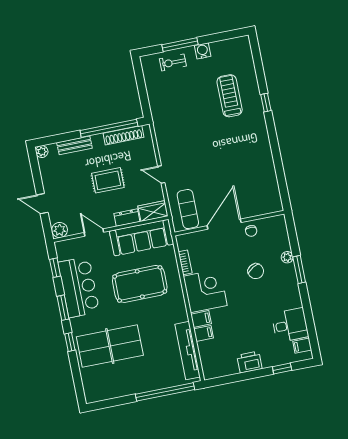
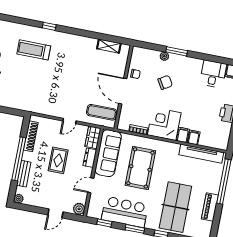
window: (109, 128) -> (19, 159), moved
shelving: (272, 185) -> (109, 46), added
piano: (127, 388) -> (210, 207), added

